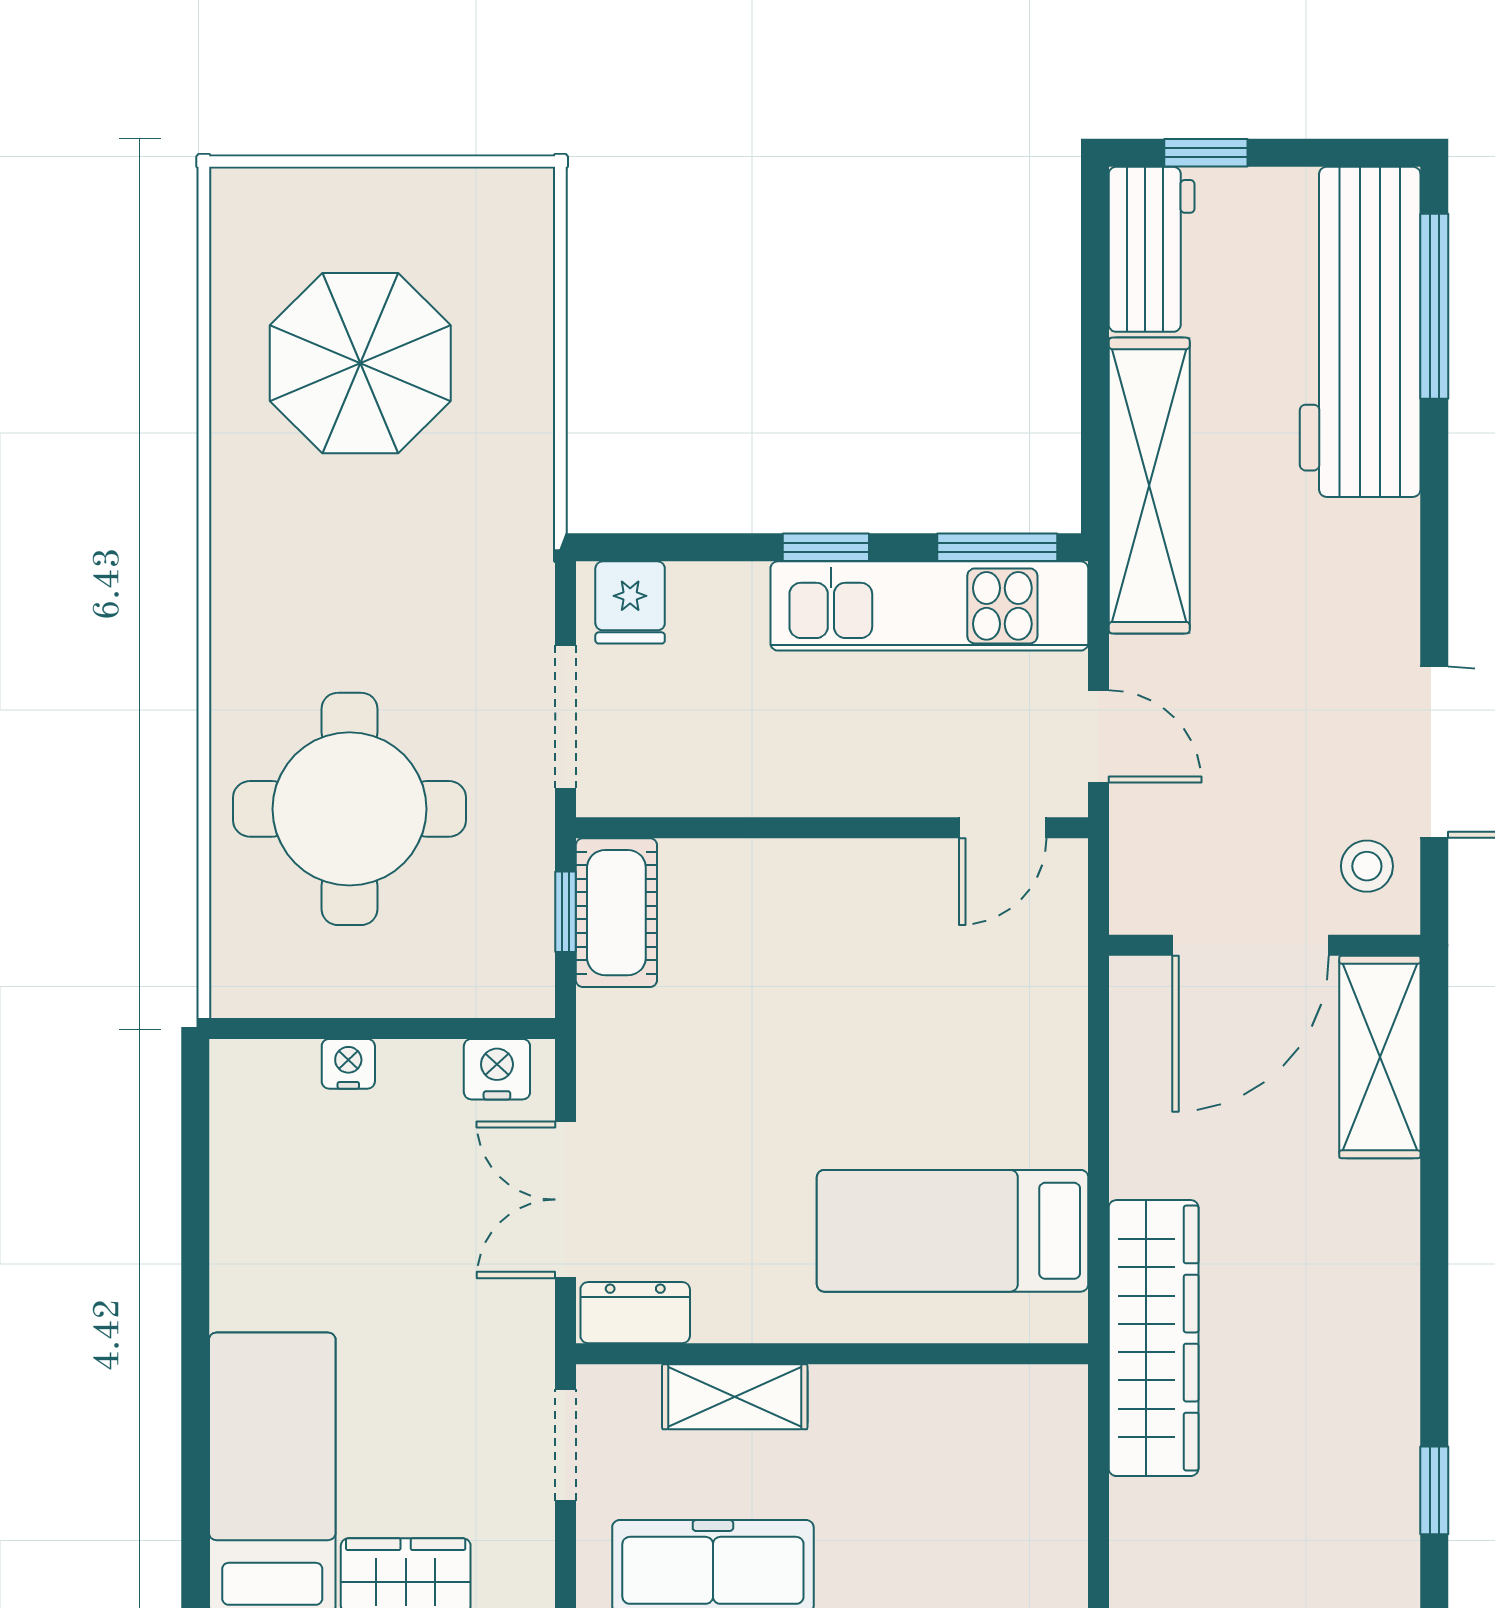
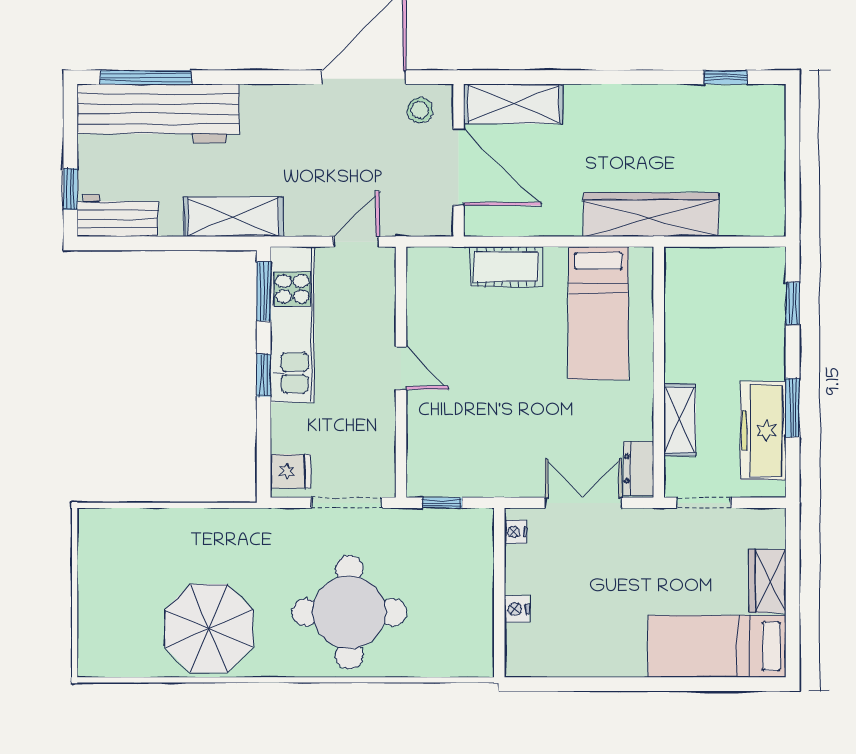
parasol: (360, 363) -> (209, 628), moved
shelving: (1149, 486) -> (233, 217), width x0.68
round table: (349, 809) -> (349, 612), moved
door: (1003, 828) -> (401, 368), moved
cot: (616, 913) -> (506, 267), moved
nightstand: (497, 1069) -> (515, 532), width x0.72, depth x0.74
double door: (566, 1200) -> (583, 503), swing flipped

